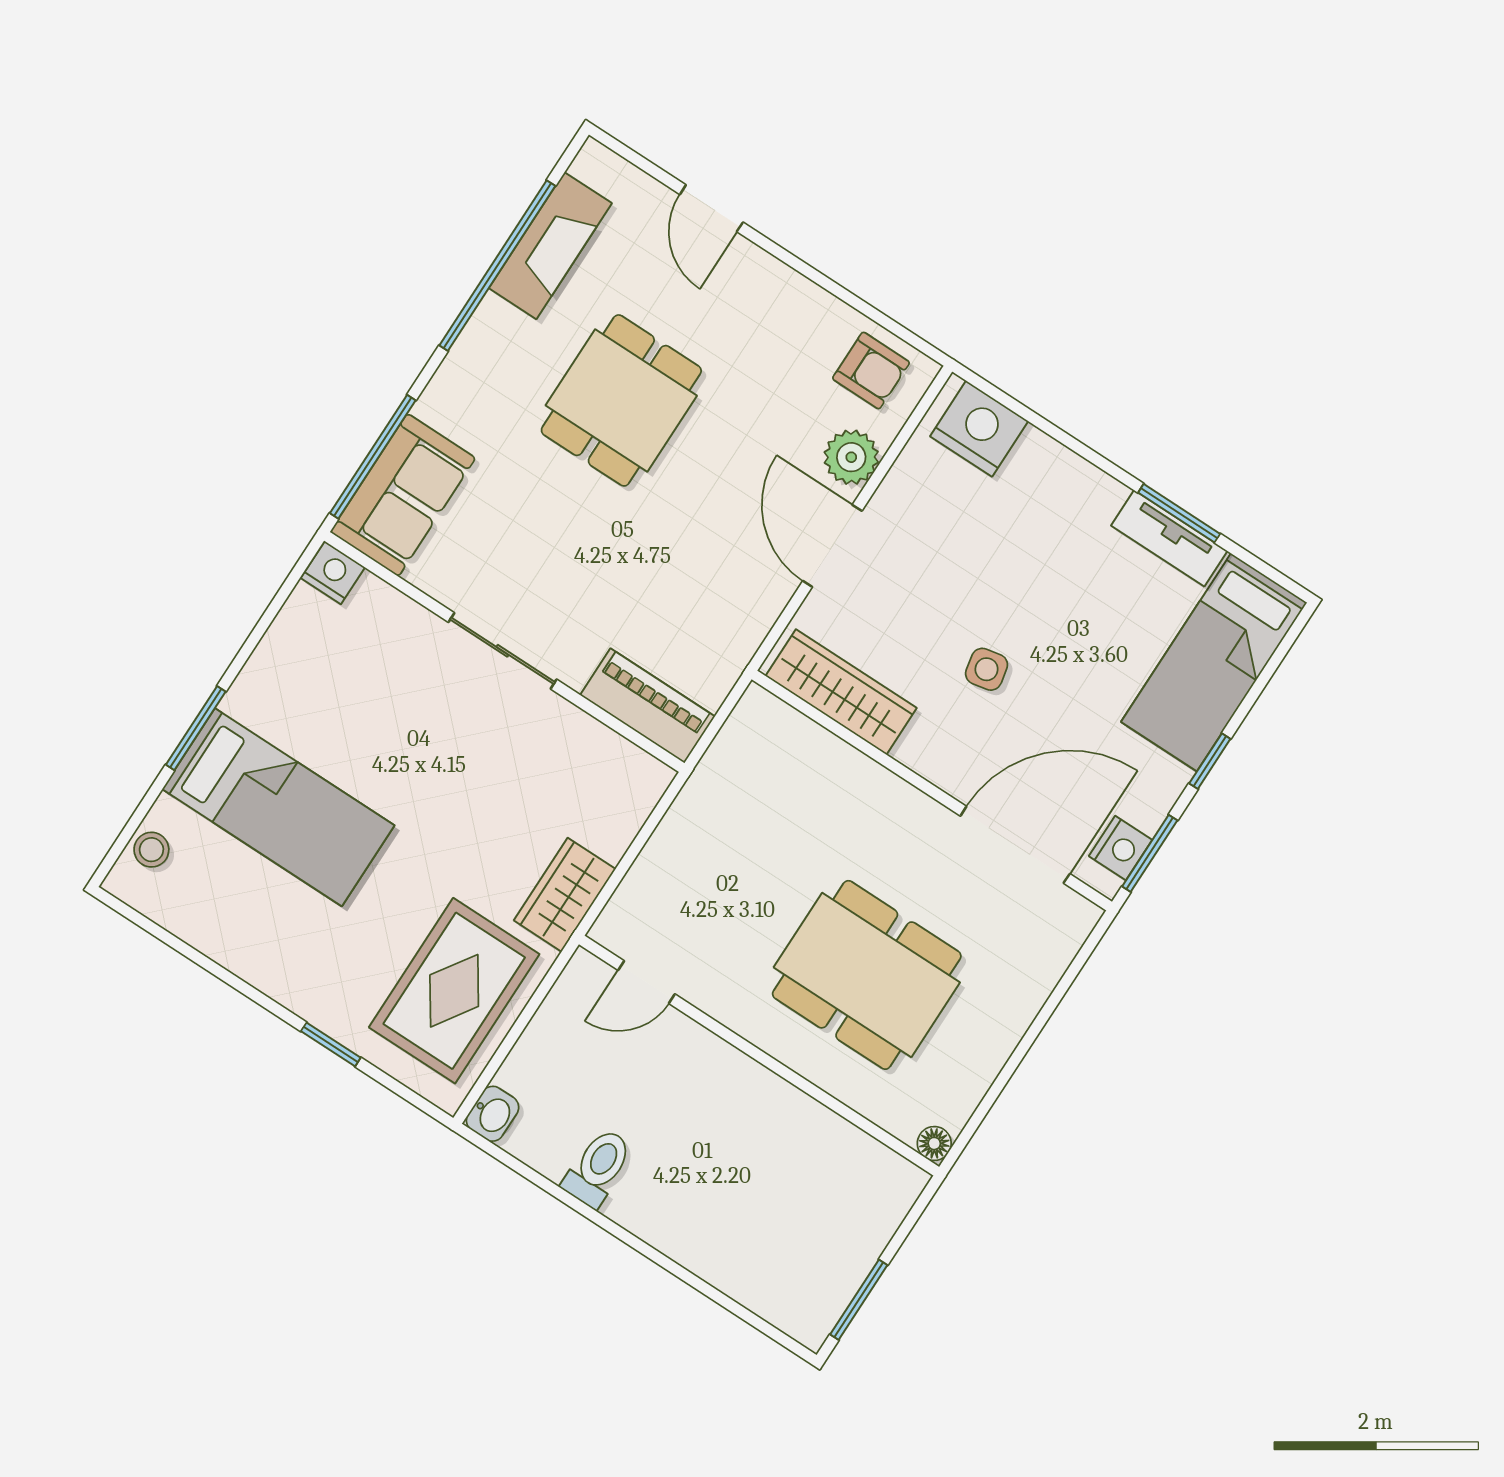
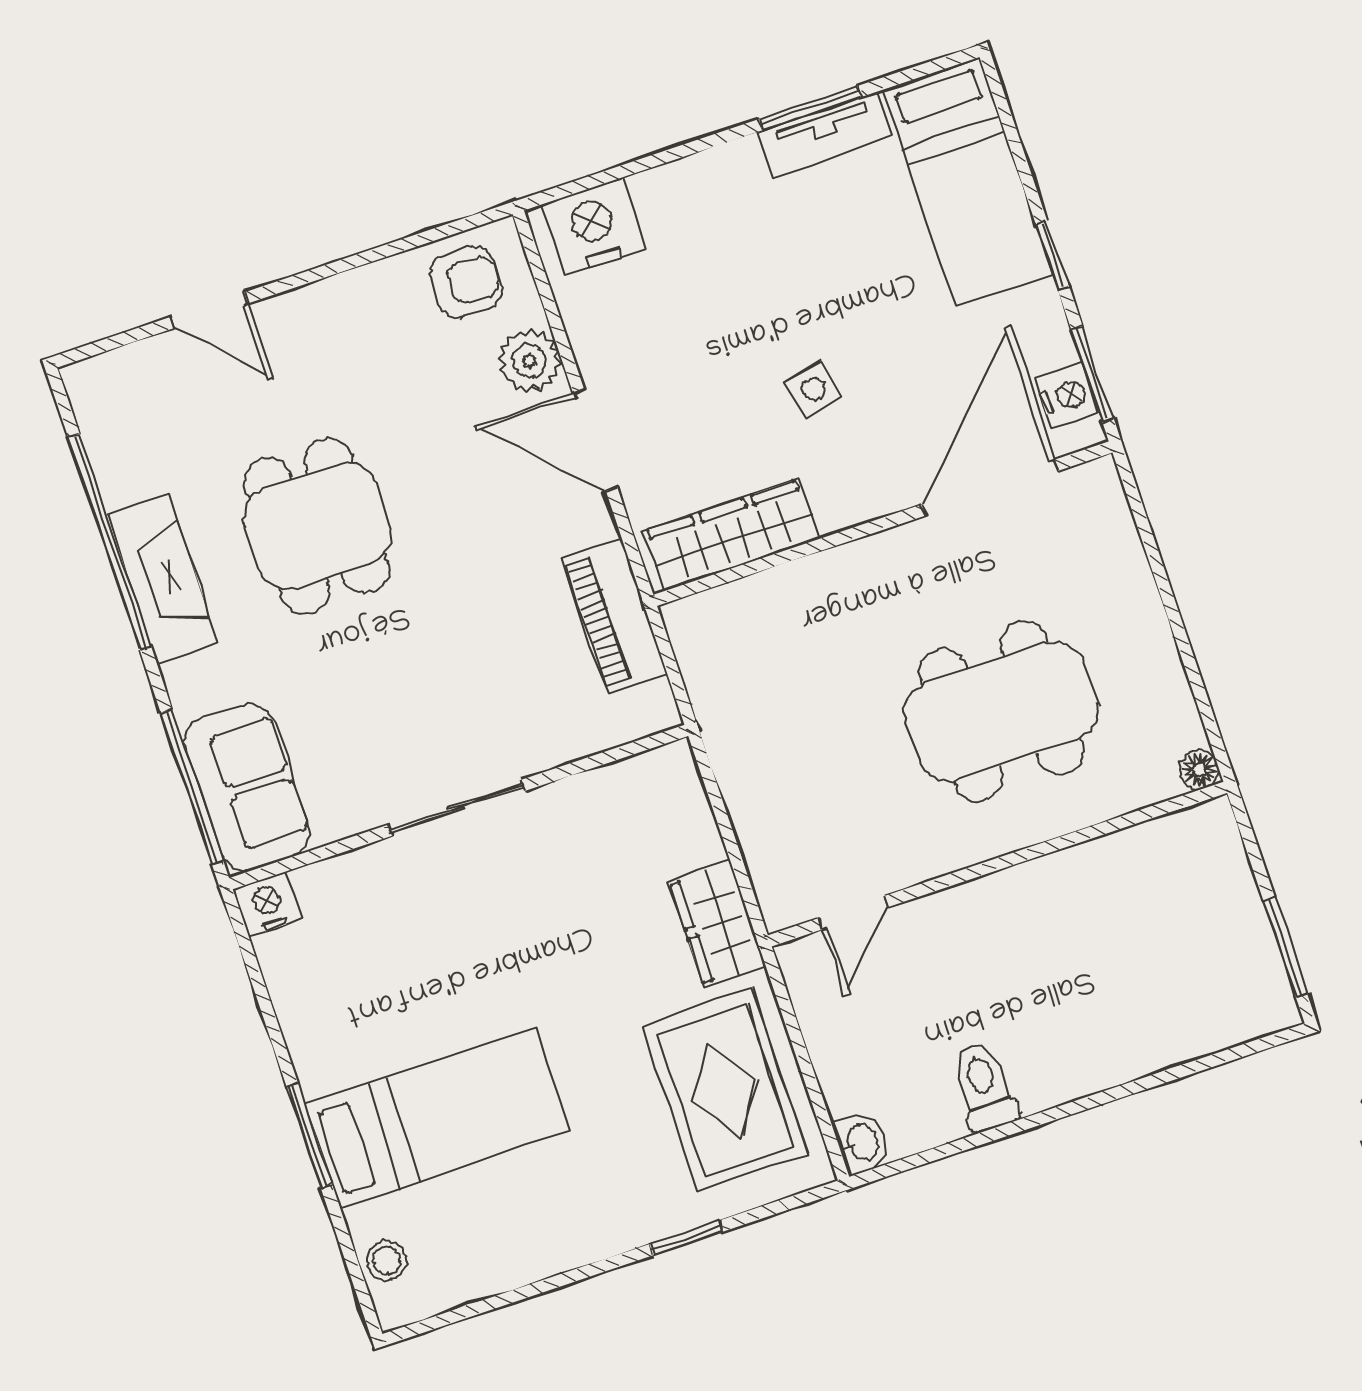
fireplace: (550, 246) -> (162, 579), moved
piano: (647, 706) -> (614, 616), moved, turned -90

